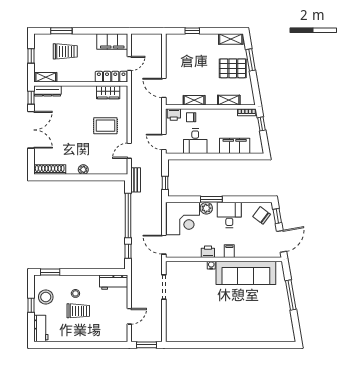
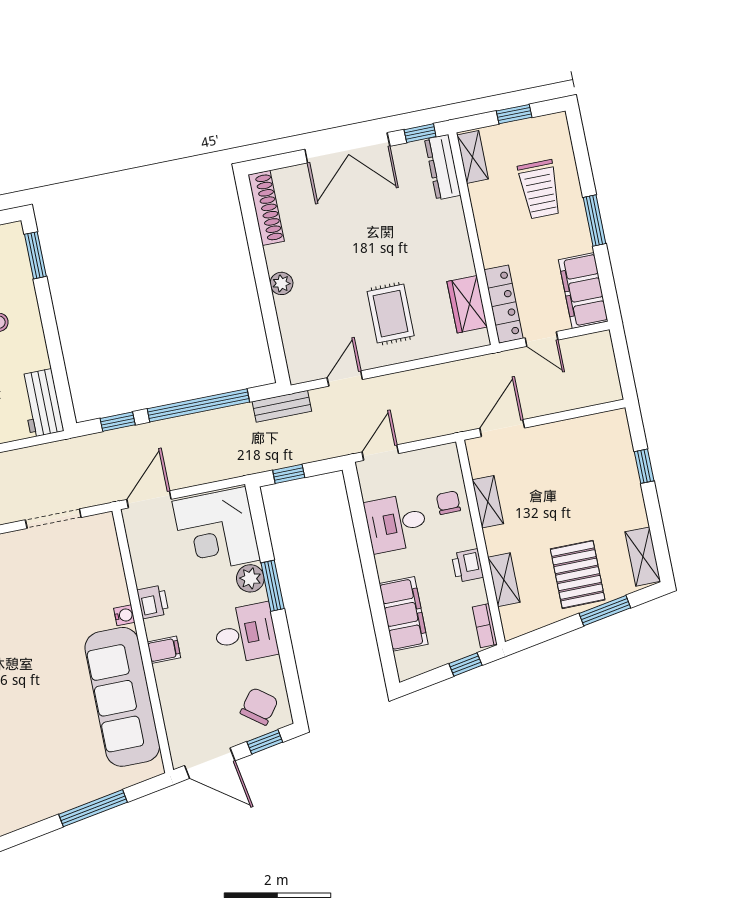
window: (61, 31) -> (595, 220), moved
printer: (174, 115) -> (467, 566), moved
door: (129, 151) -> (345, 379), hinge flipped

